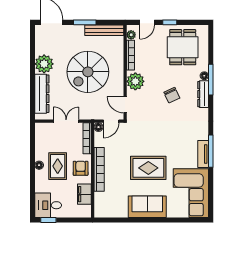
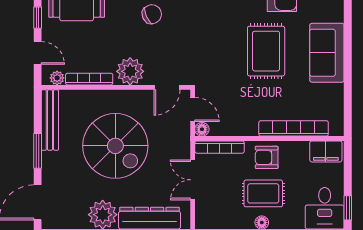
bookcase: (99, 169) -> (294, 128), moved
filing cabinet: (84, 194) -> (326, 151), moved

